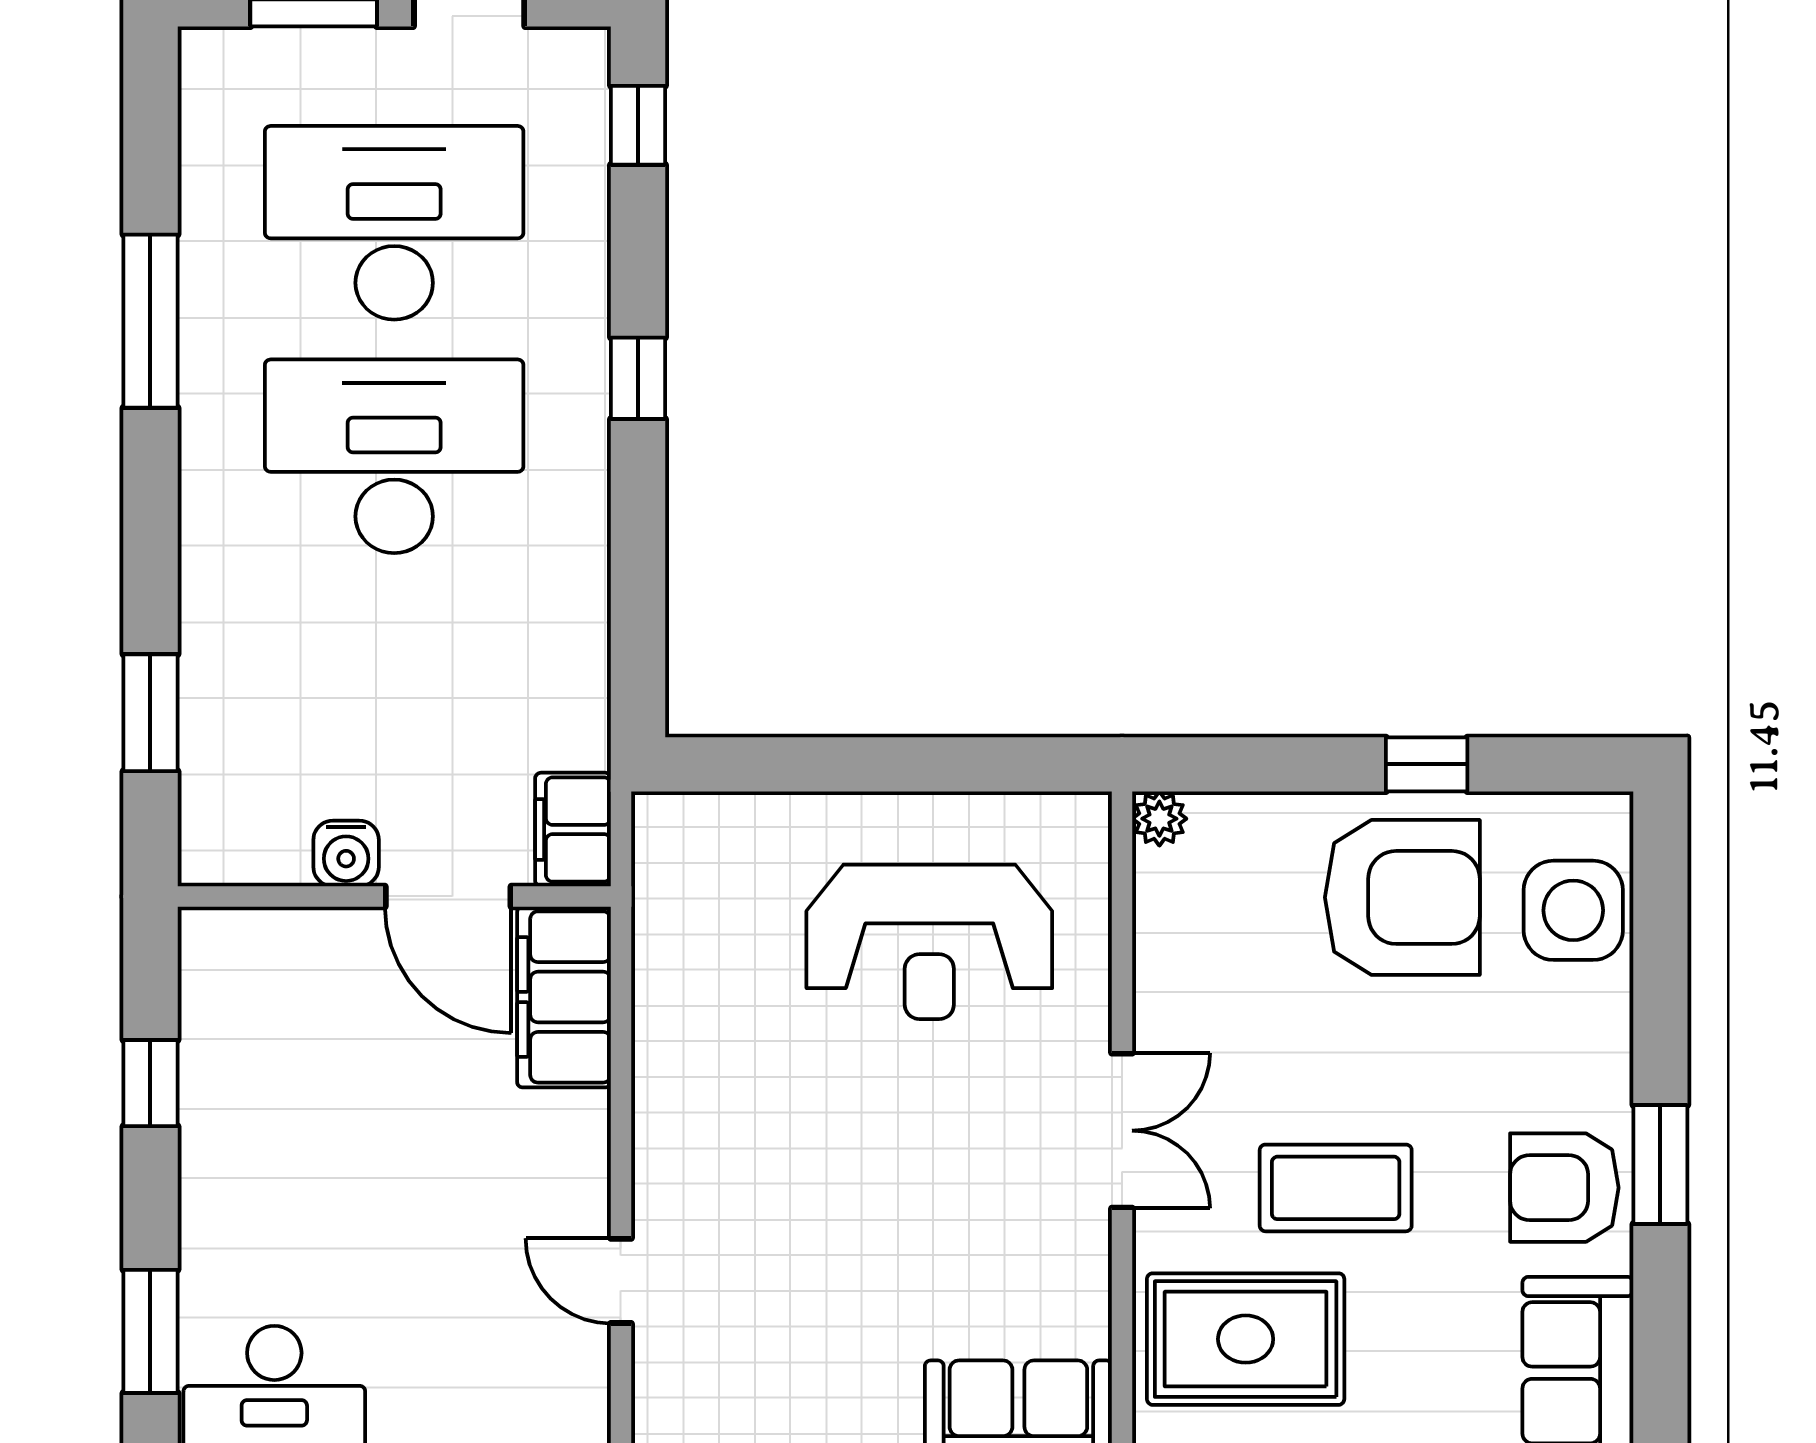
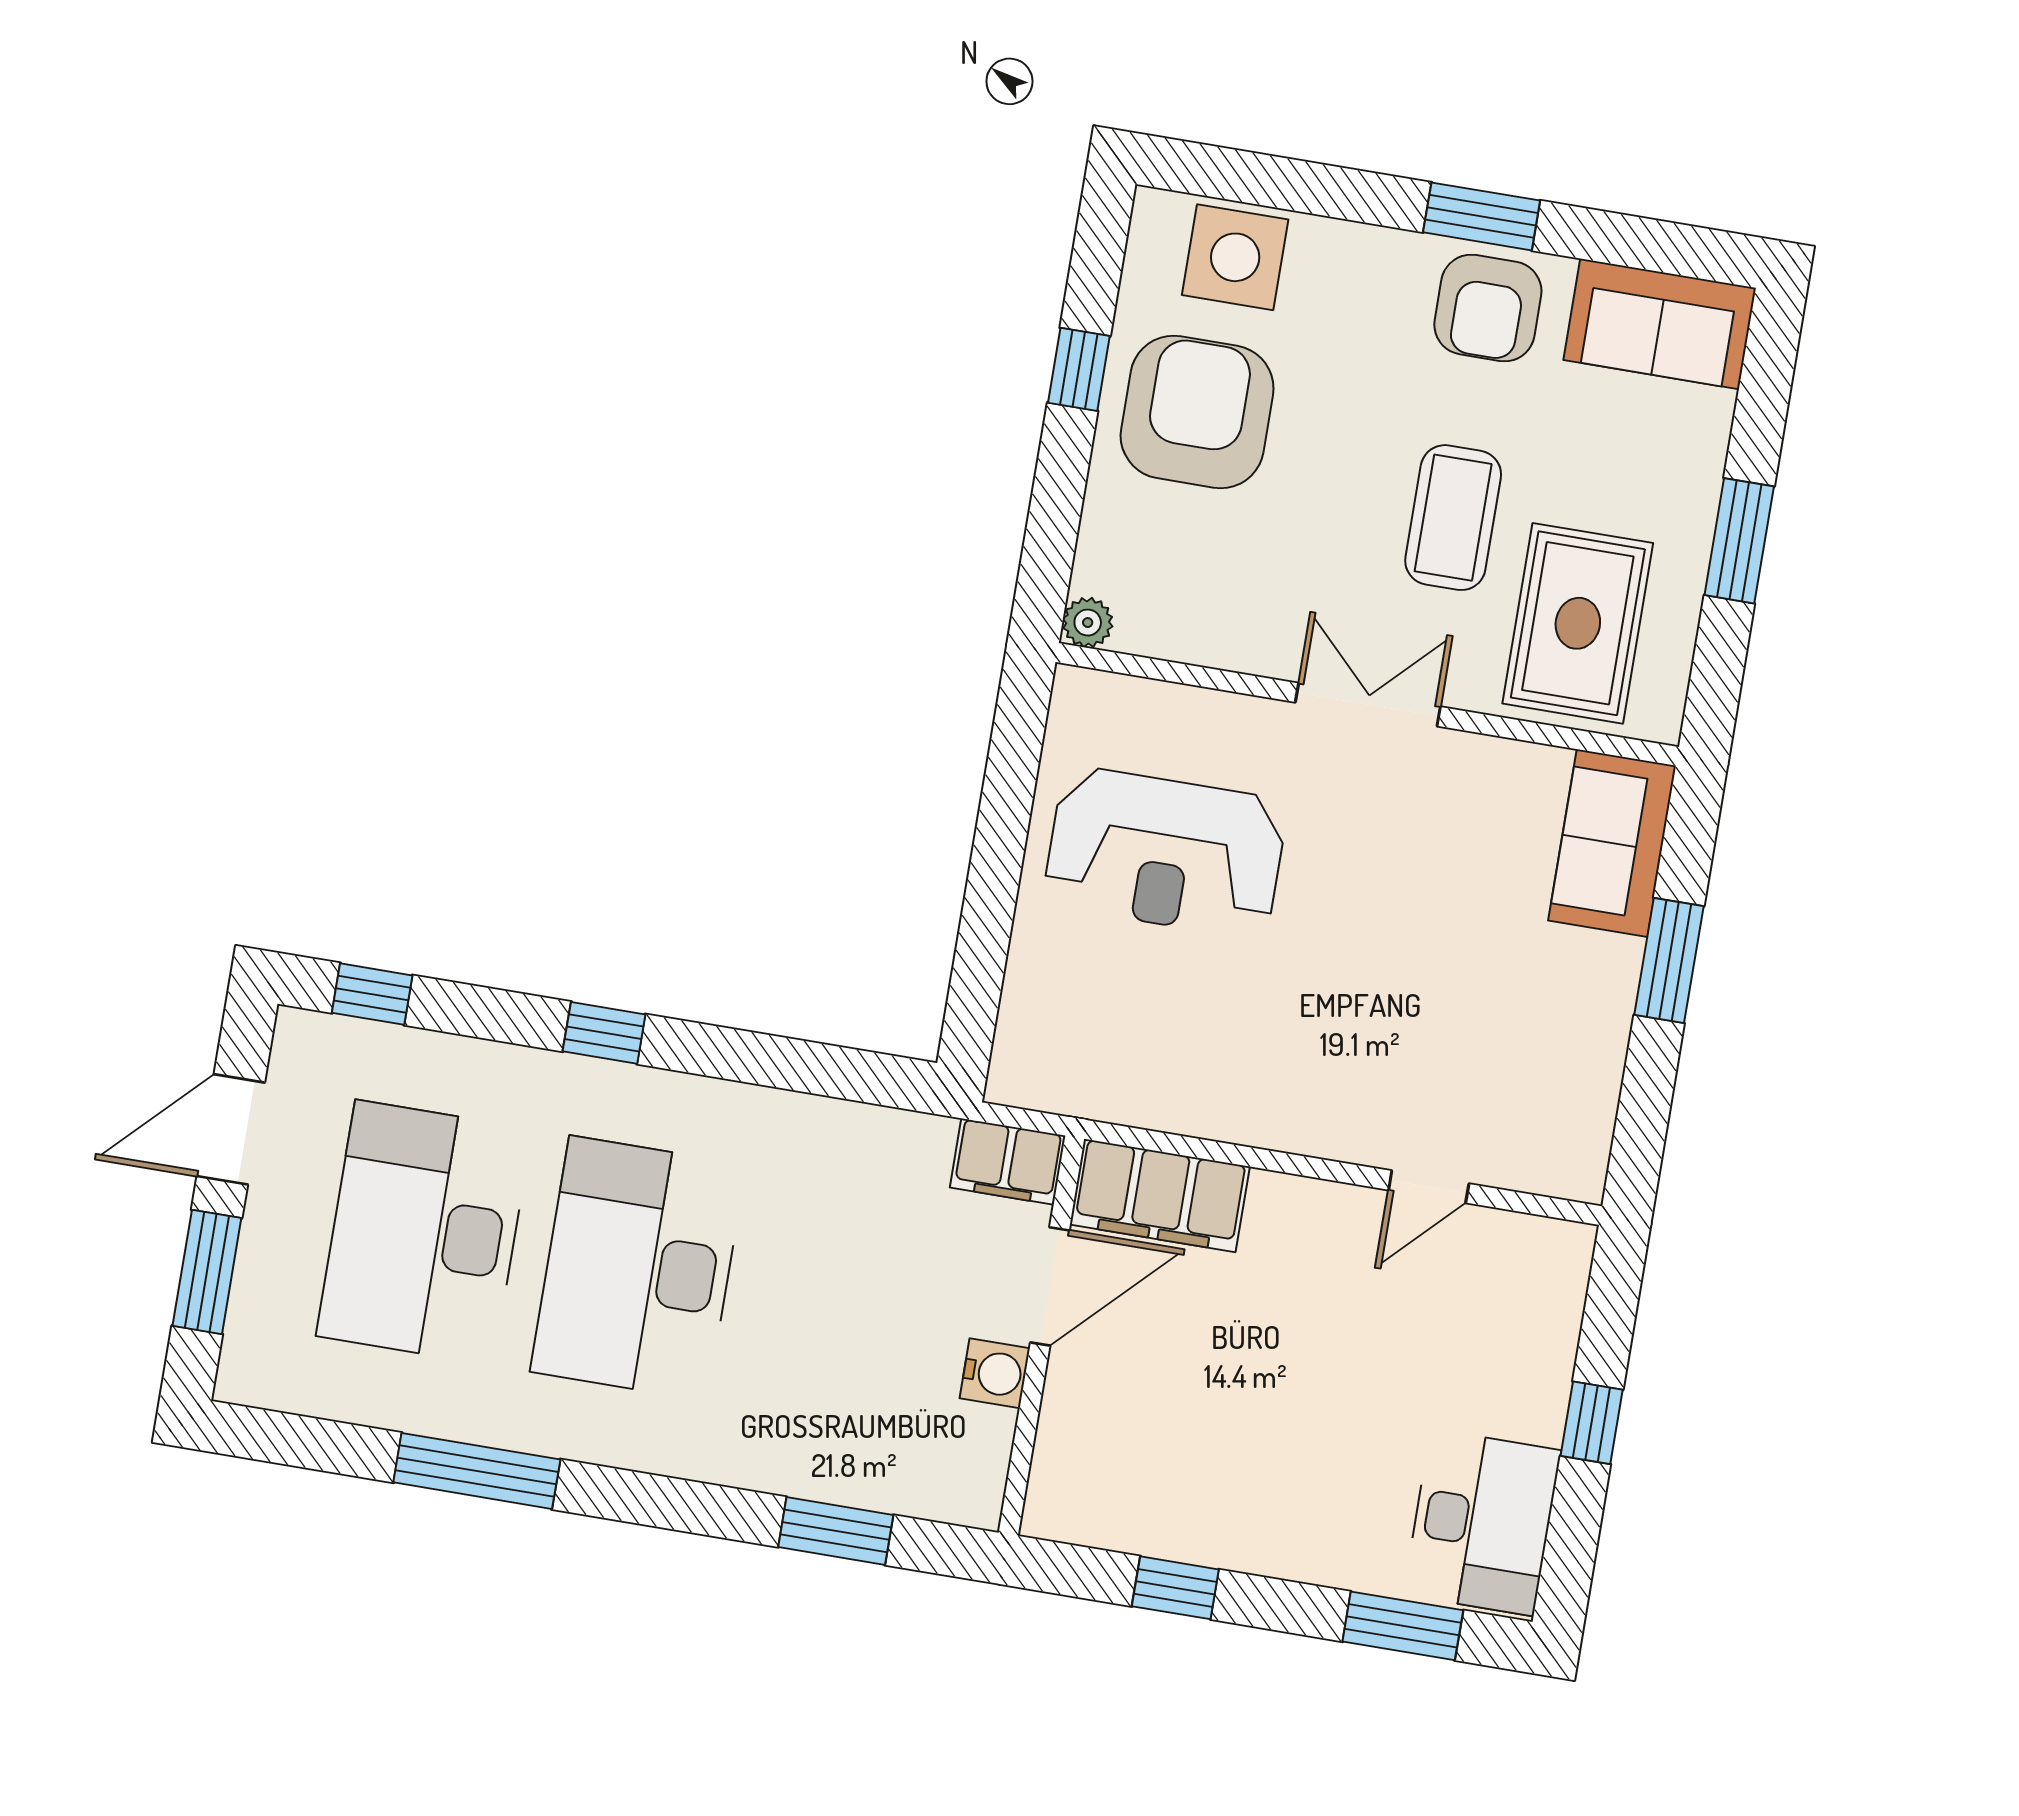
reception desk: (929, 942) -> (1165, 852), turned 90

